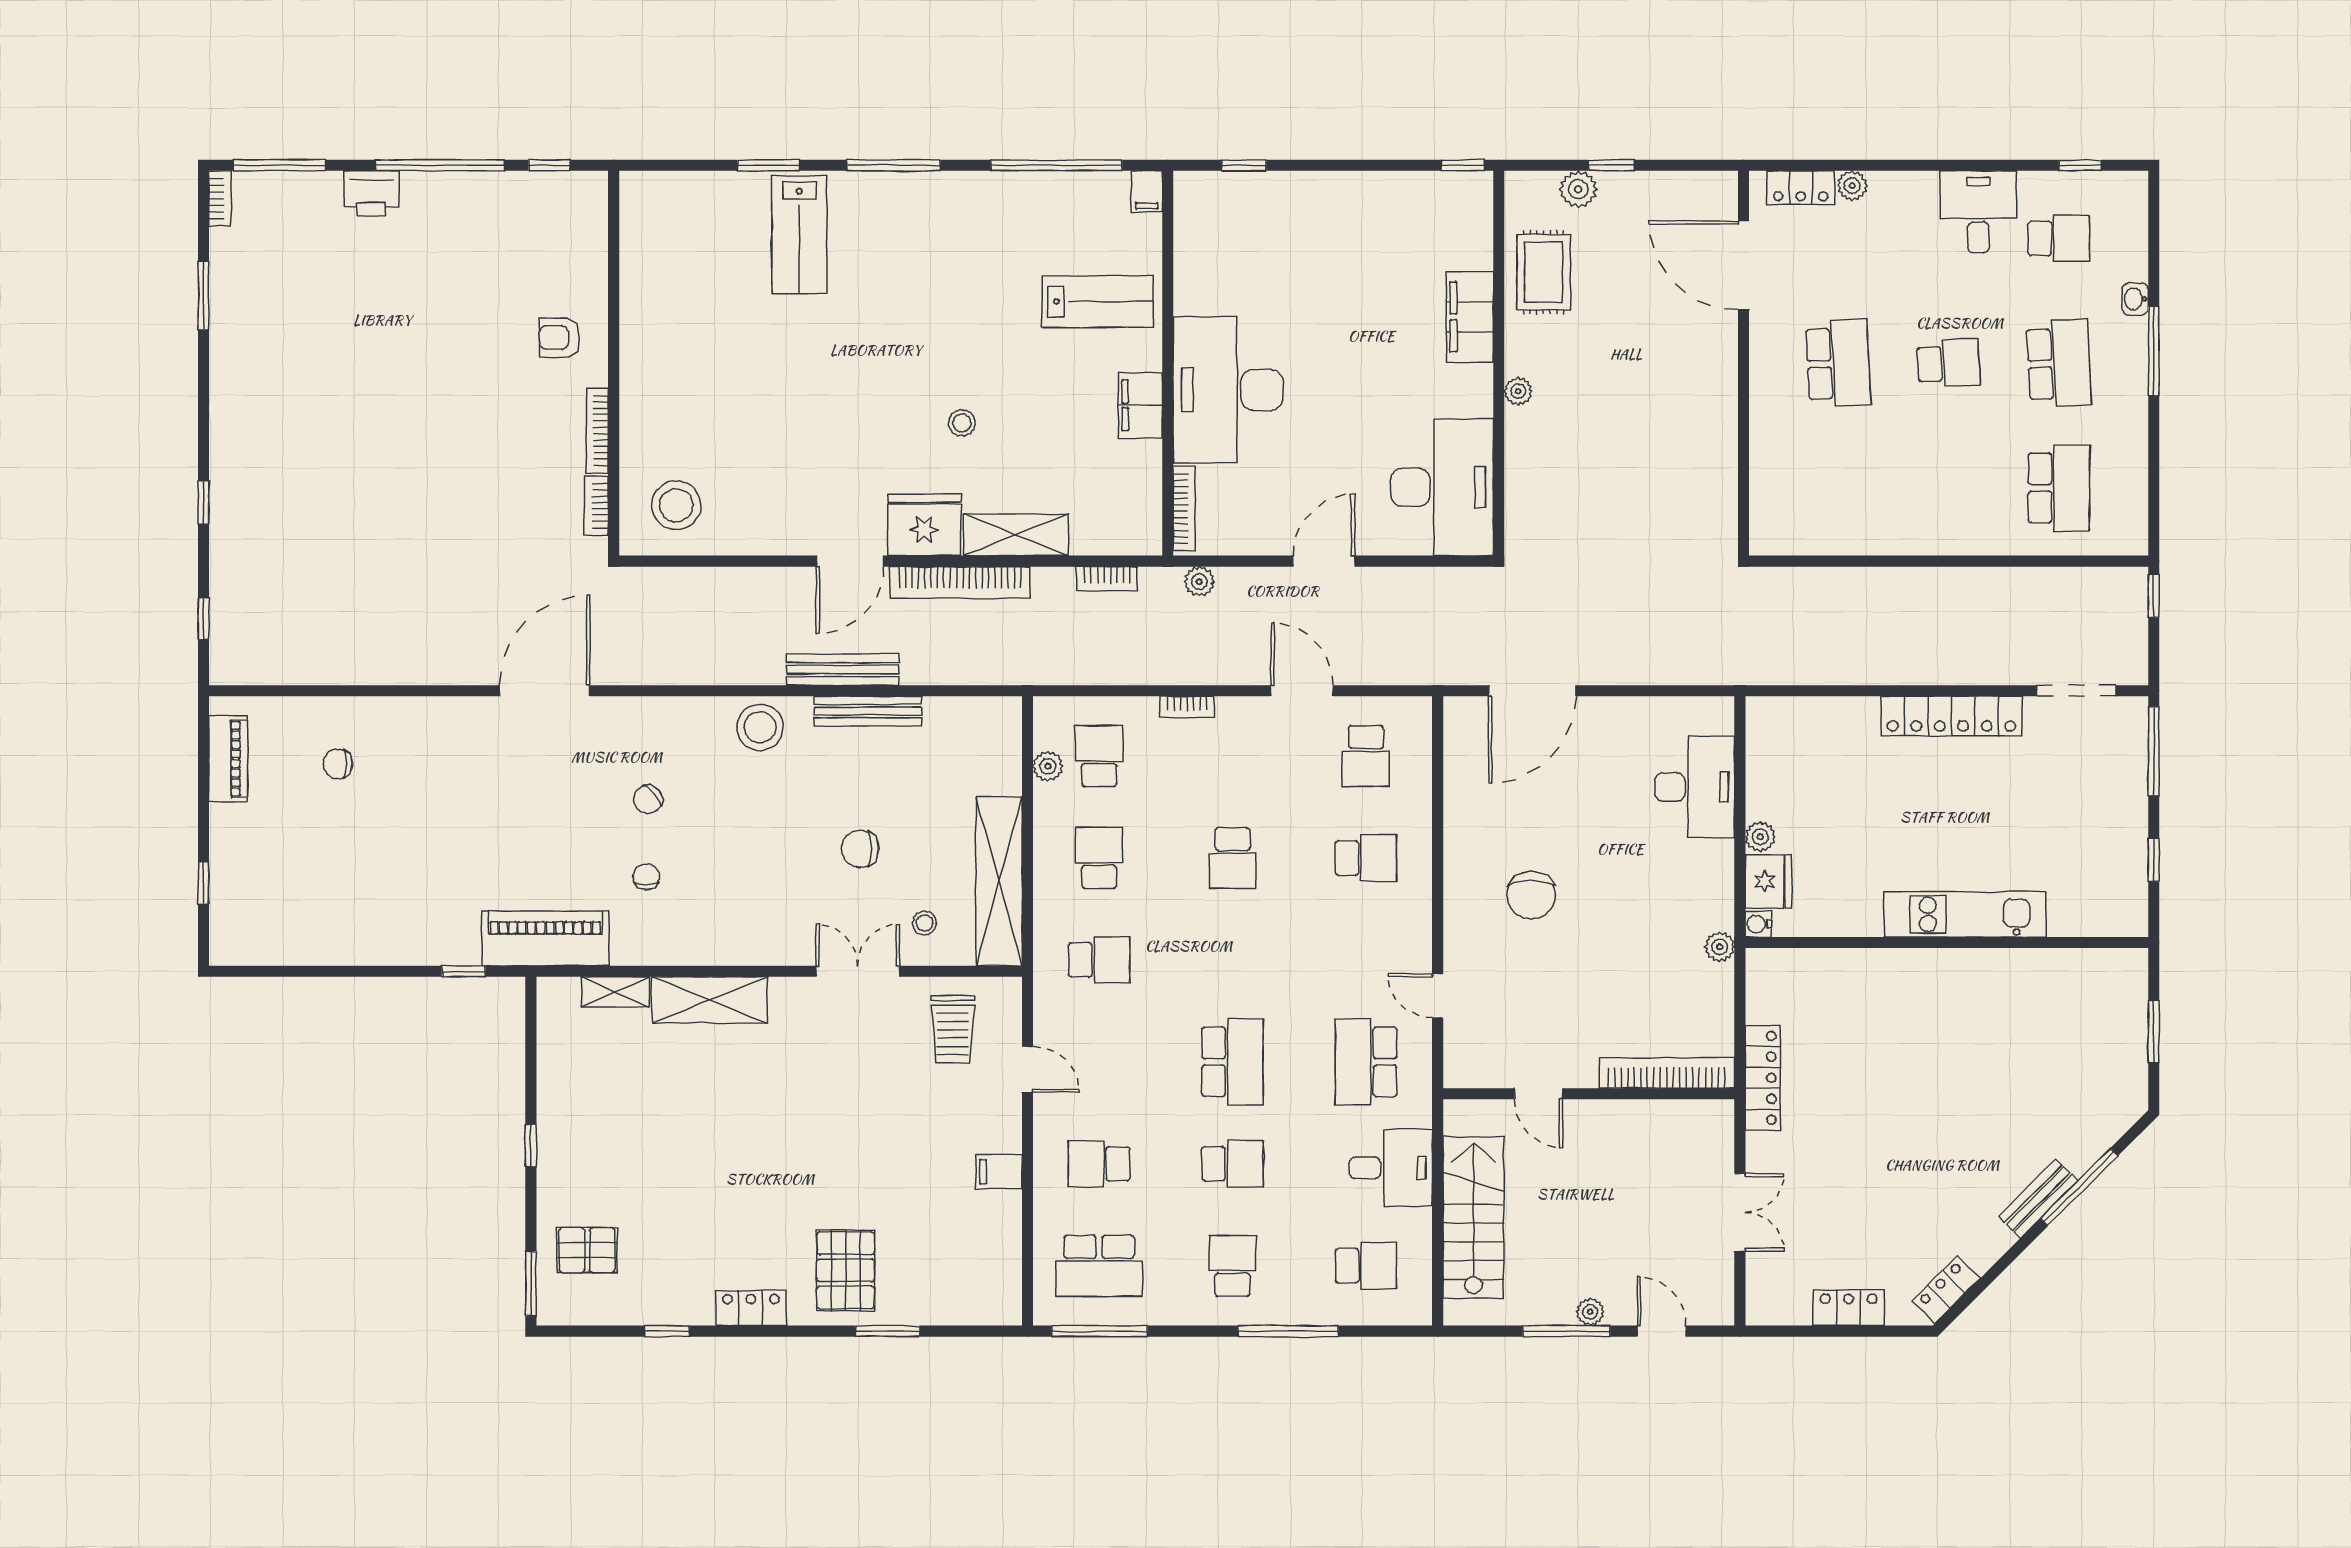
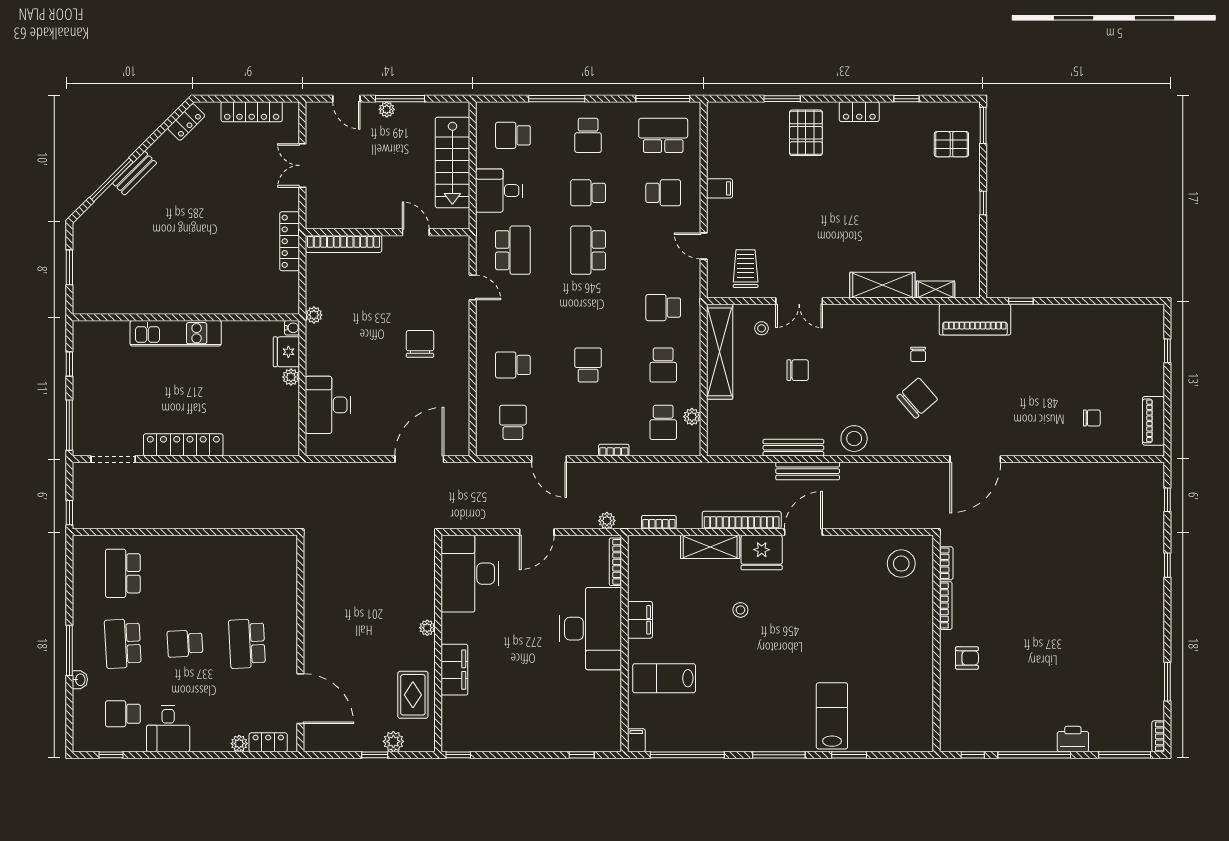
chair: (648, 799) -> (917, 398), width x1.87, depth x1.87
locker: (1849, 1308) -> (252, 112), width x1.53

